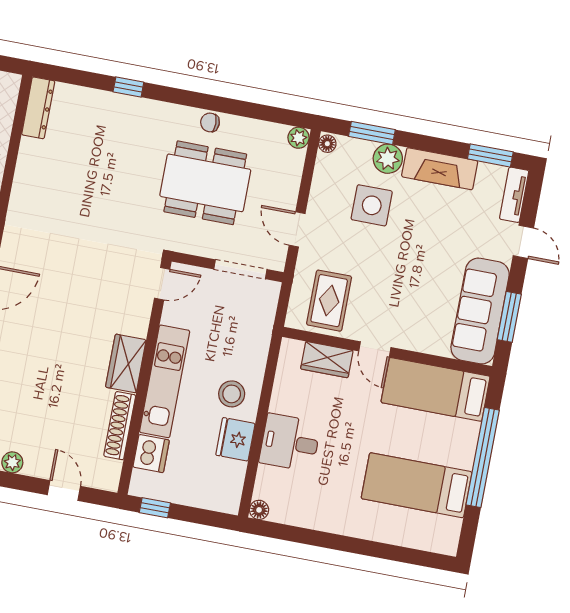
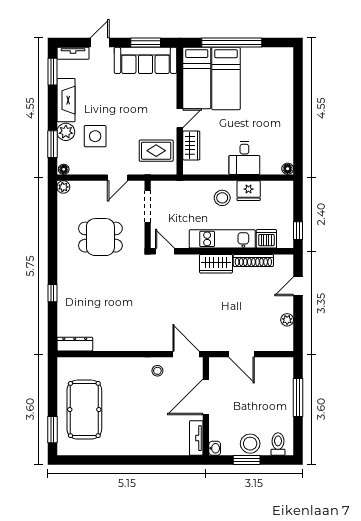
chair: (210, 122) -> (64, 241), removed
dining table: (205, 183) -> (100, 237), width x0.73
bed: (417, 485) -> (226, 78), moved

